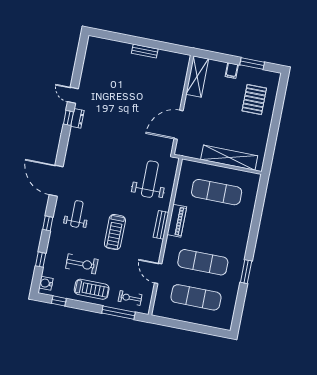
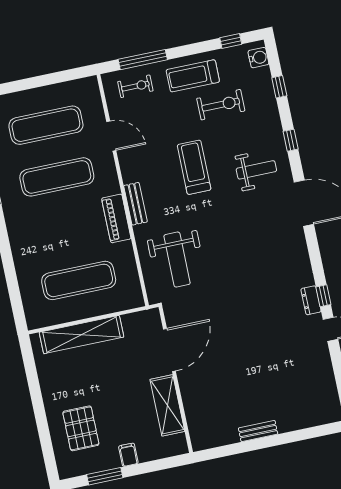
shelving: (197, 76) -> (167, 405), moved
weight bench: (77, 214) -> (256, 170), turned -90
exercise bike: (82, 264) -> (221, 105), turned 180

